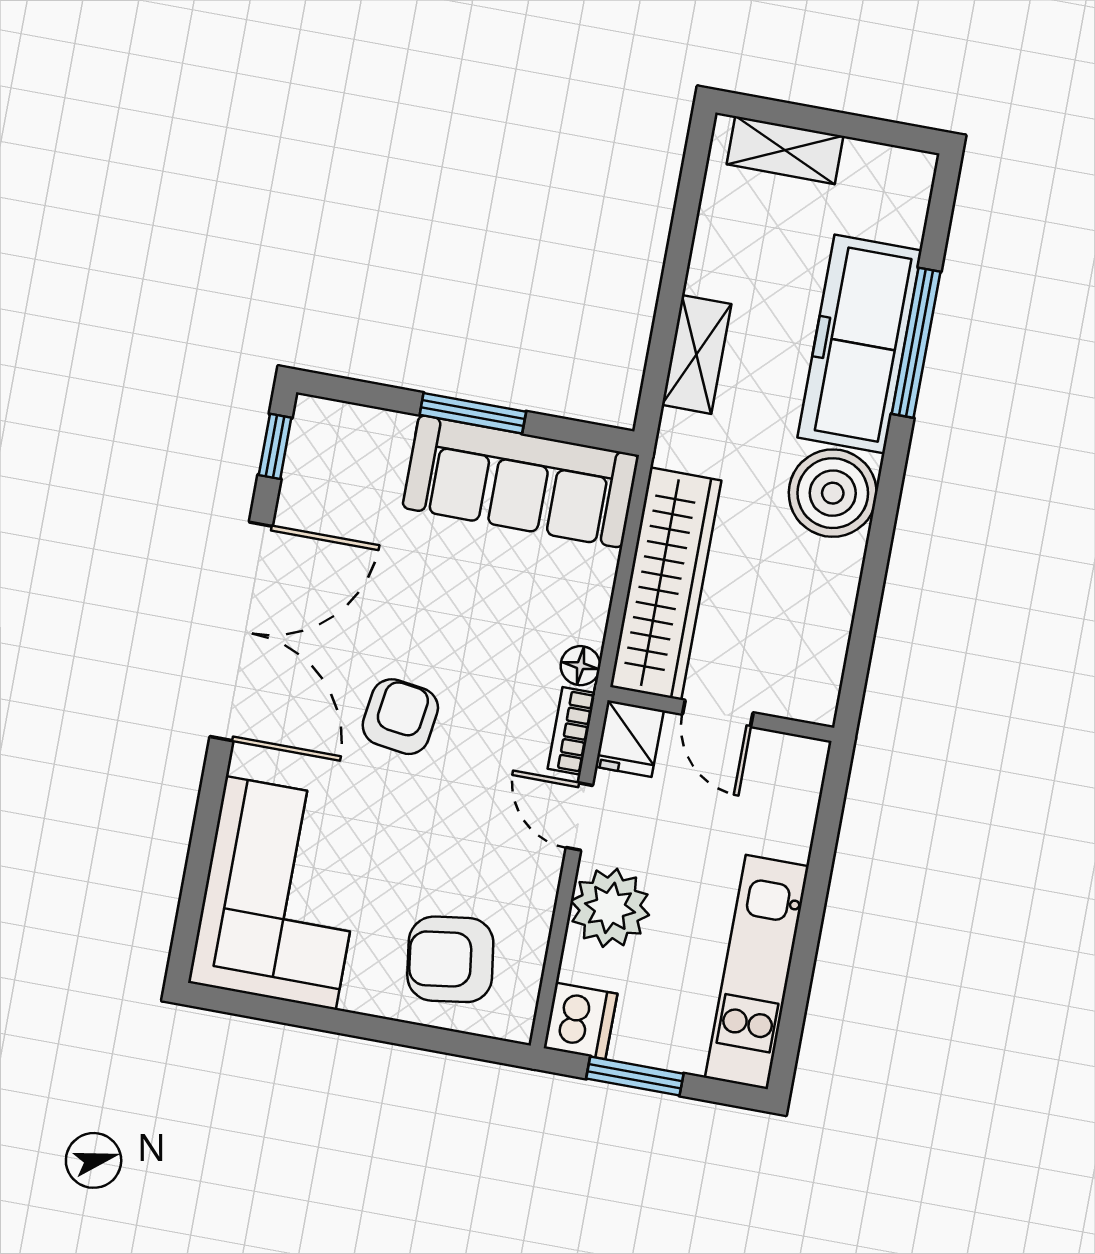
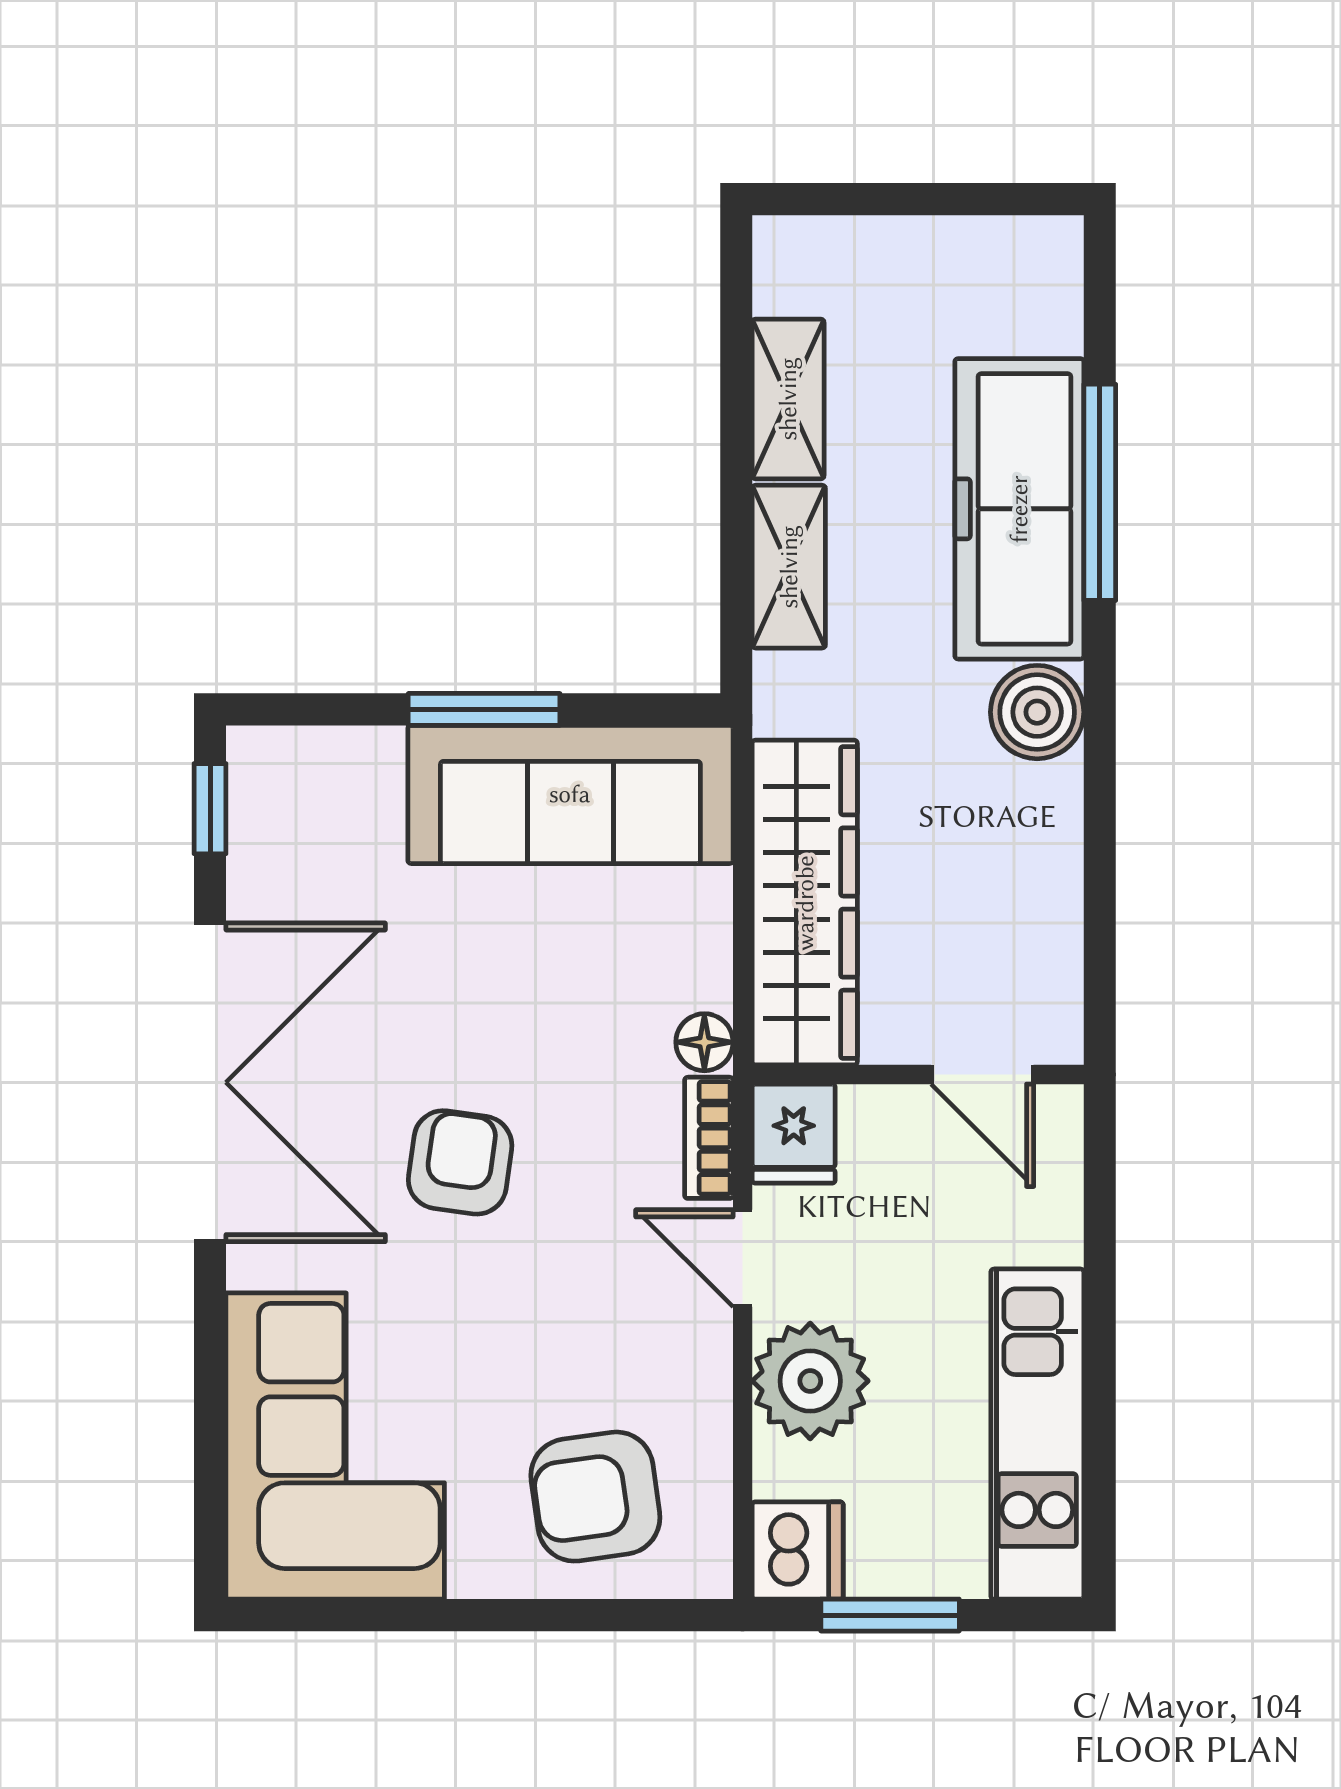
shelving: (785, 150) -> (788, 399), moved, turned 90
boiler: (833, 493) -> (1037, 712), width x0.73, depth x0.73
door: (718, 713) -> (982, 1075), moved

